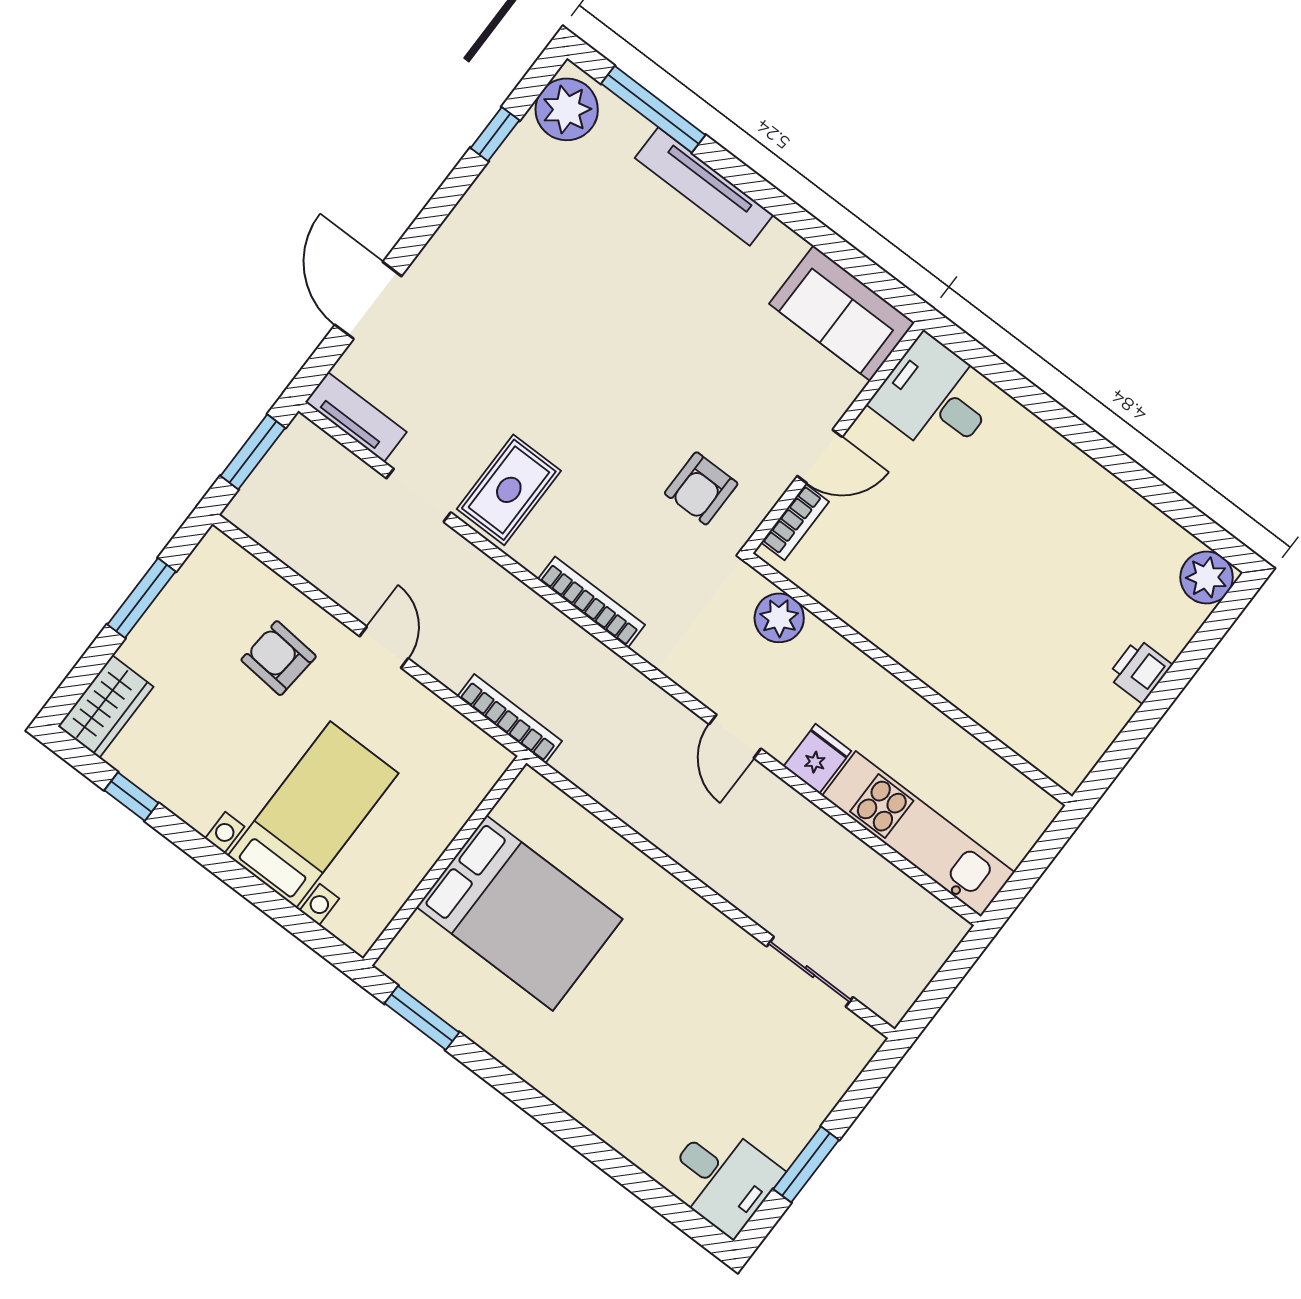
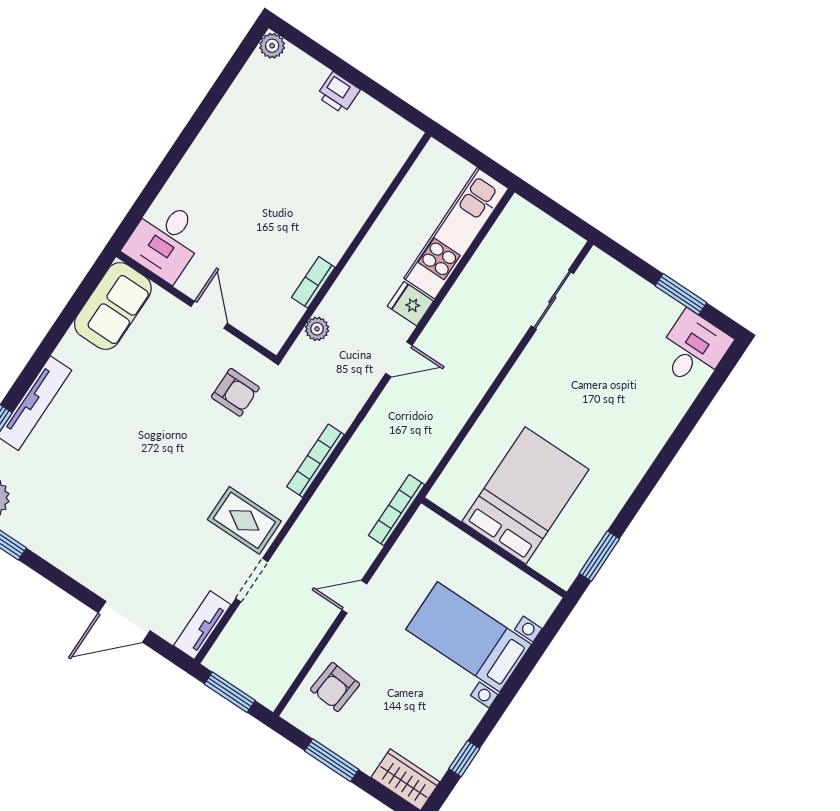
bookcase: (795, 522) -> (313, 282), moved, turned -90
plant: (1207, 577) -> (272, 46), width x0.73, depth x0.73
plant: (779, 618) -> (317, 329), width x0.73, depth x0.73
armchair: (279, 658) -> (335, 687), moved

